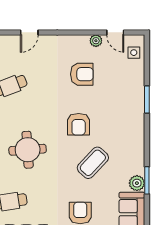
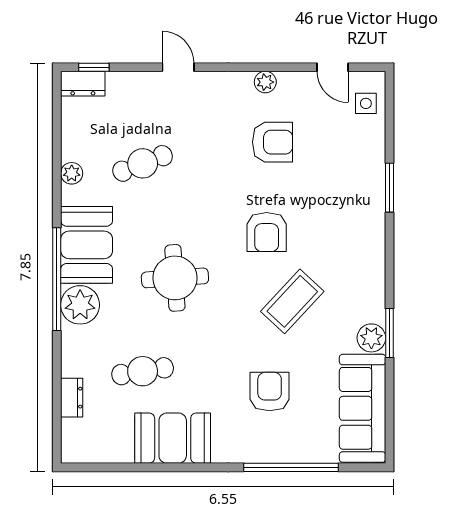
door: (29, 32) -> (178, 67), swing flipped
plant: (96, 41) -> (265, 82), moved

